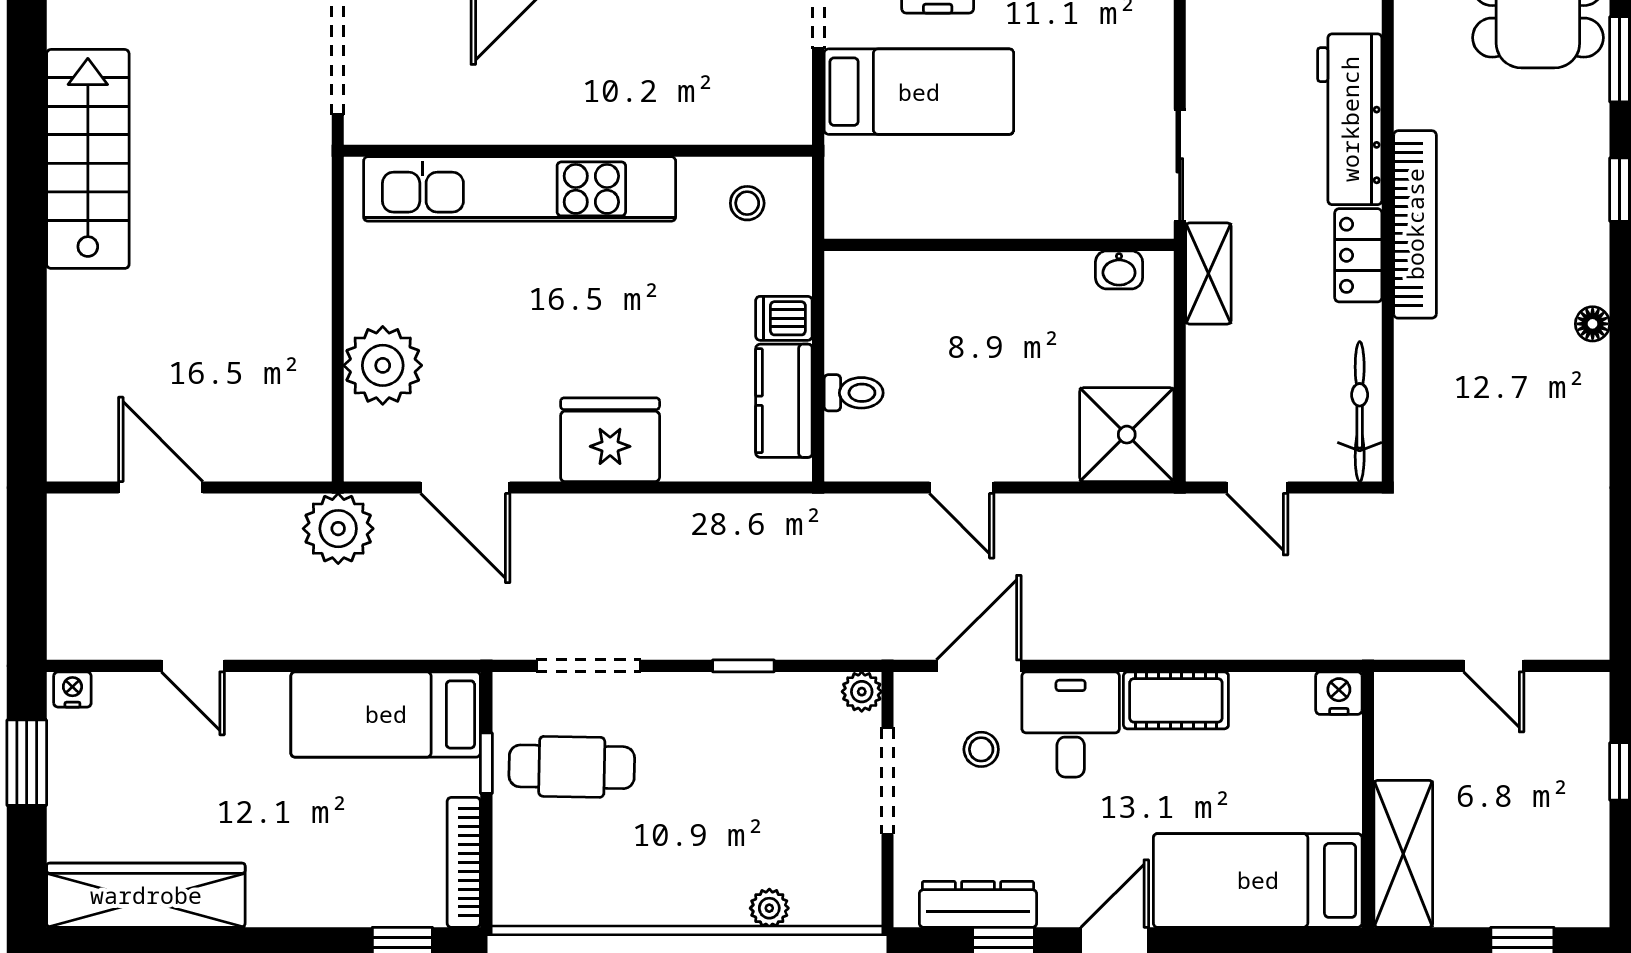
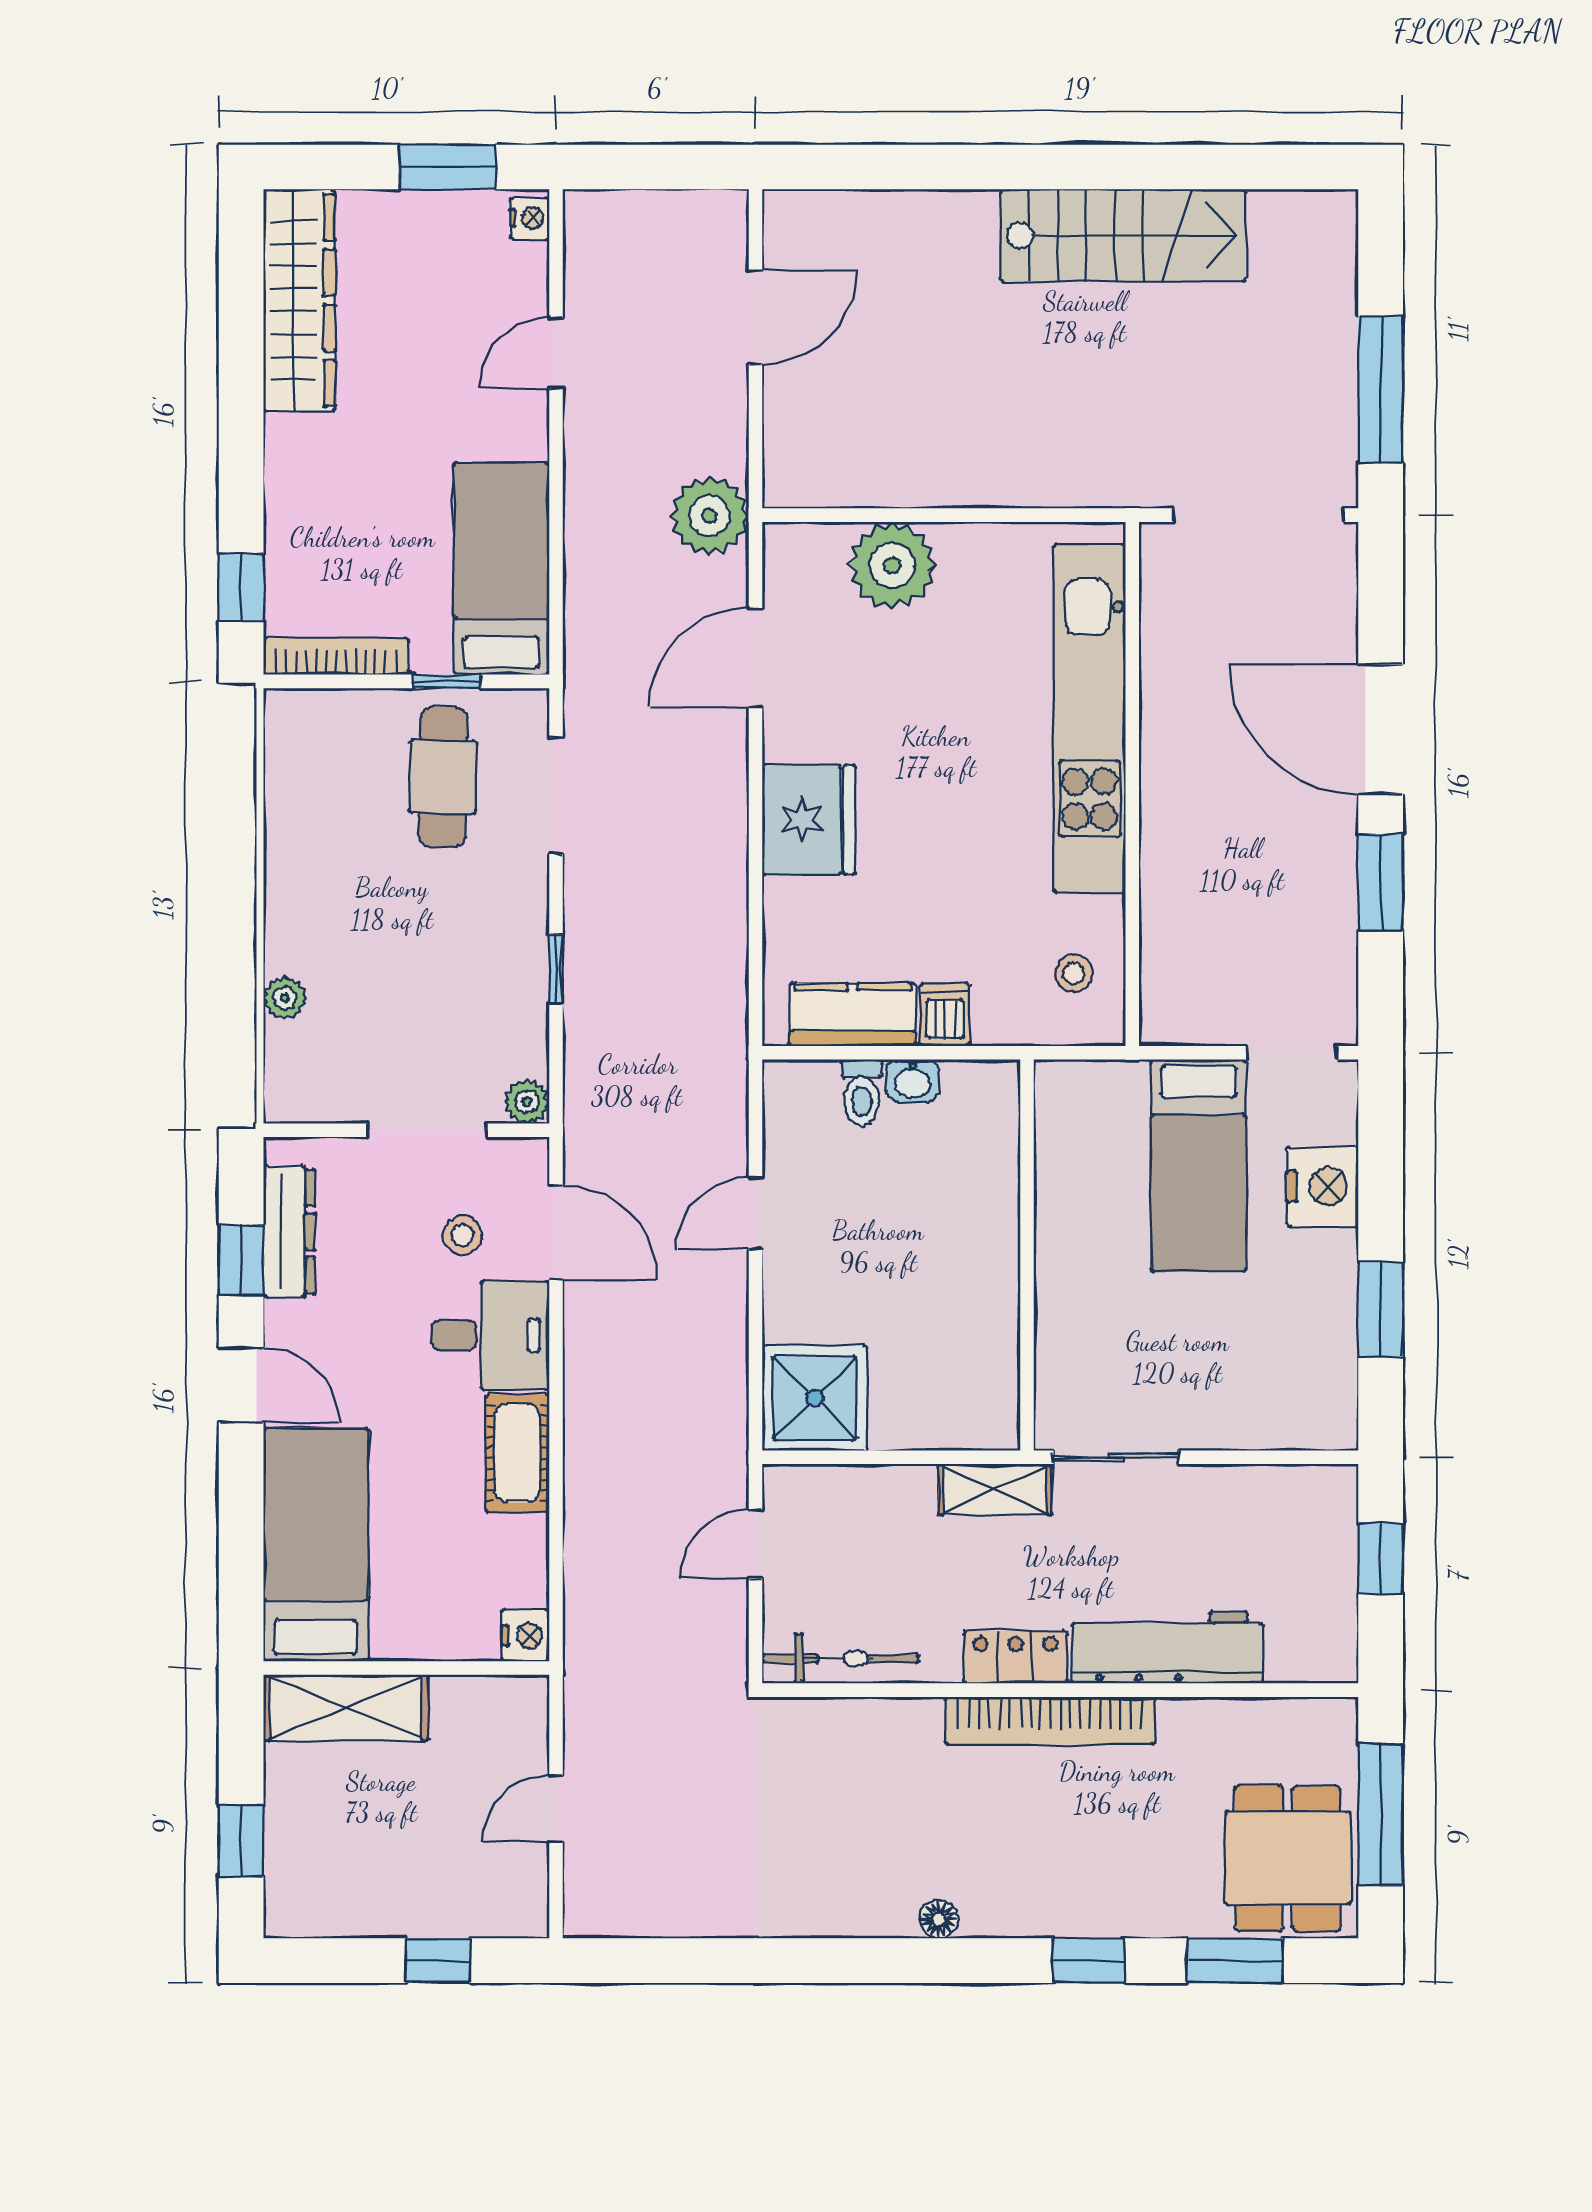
washbasin: (1119, 270) -> (913, 1081), moved, turned -90

